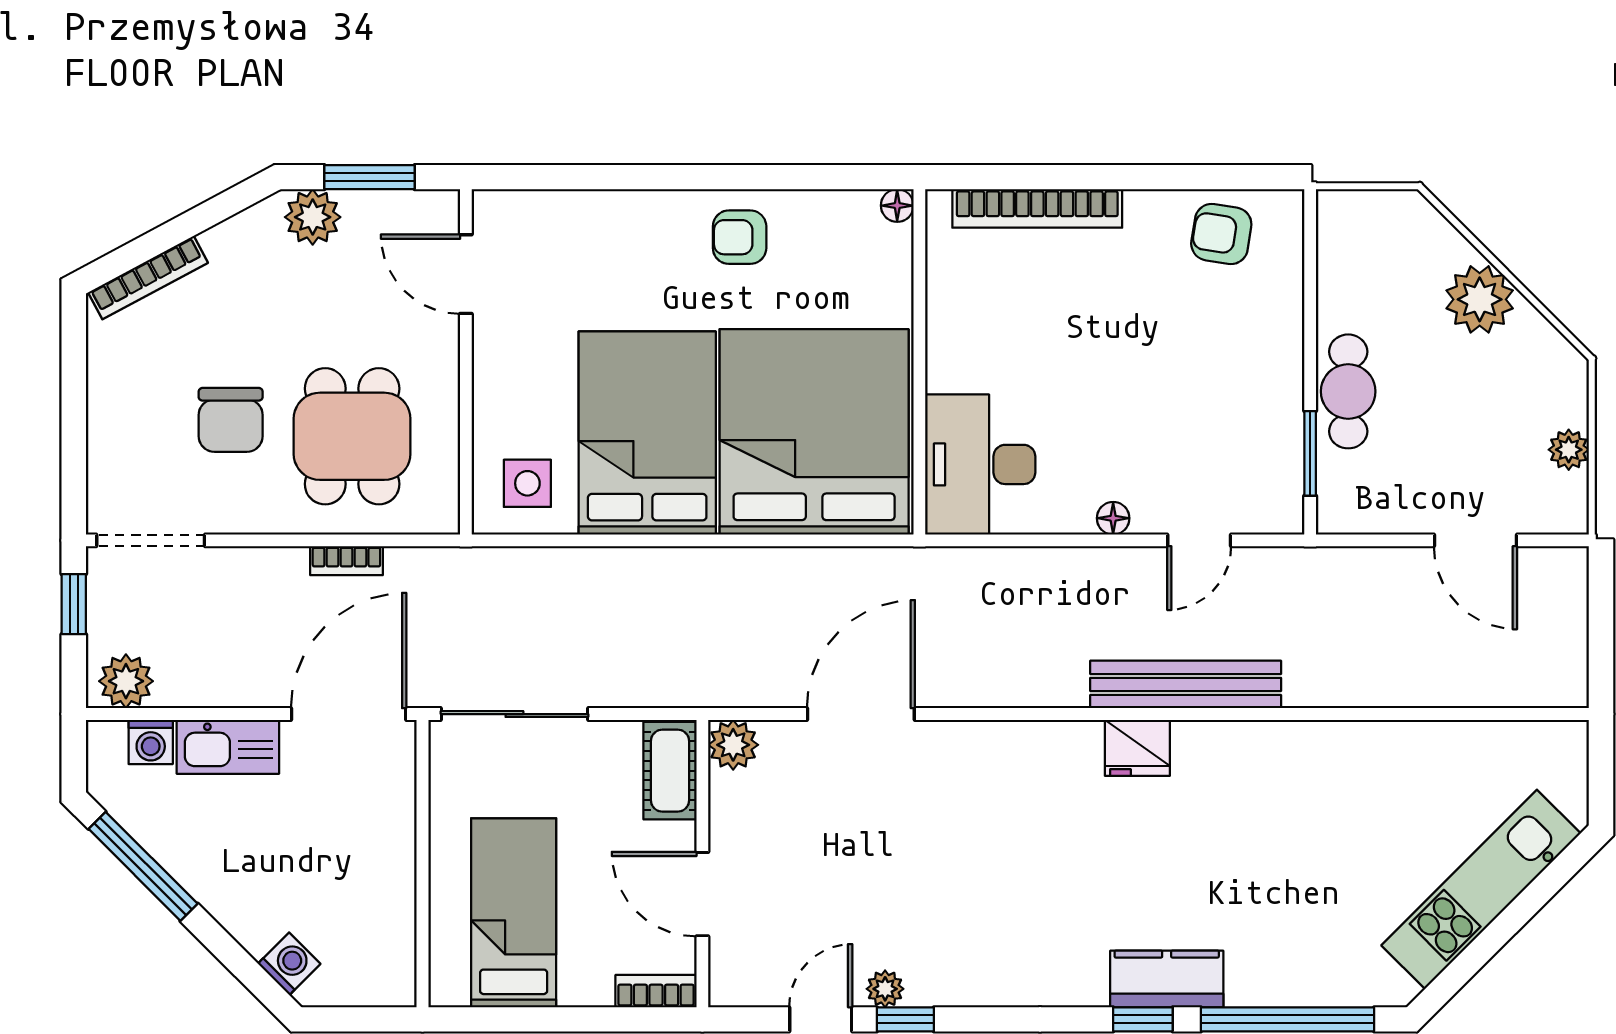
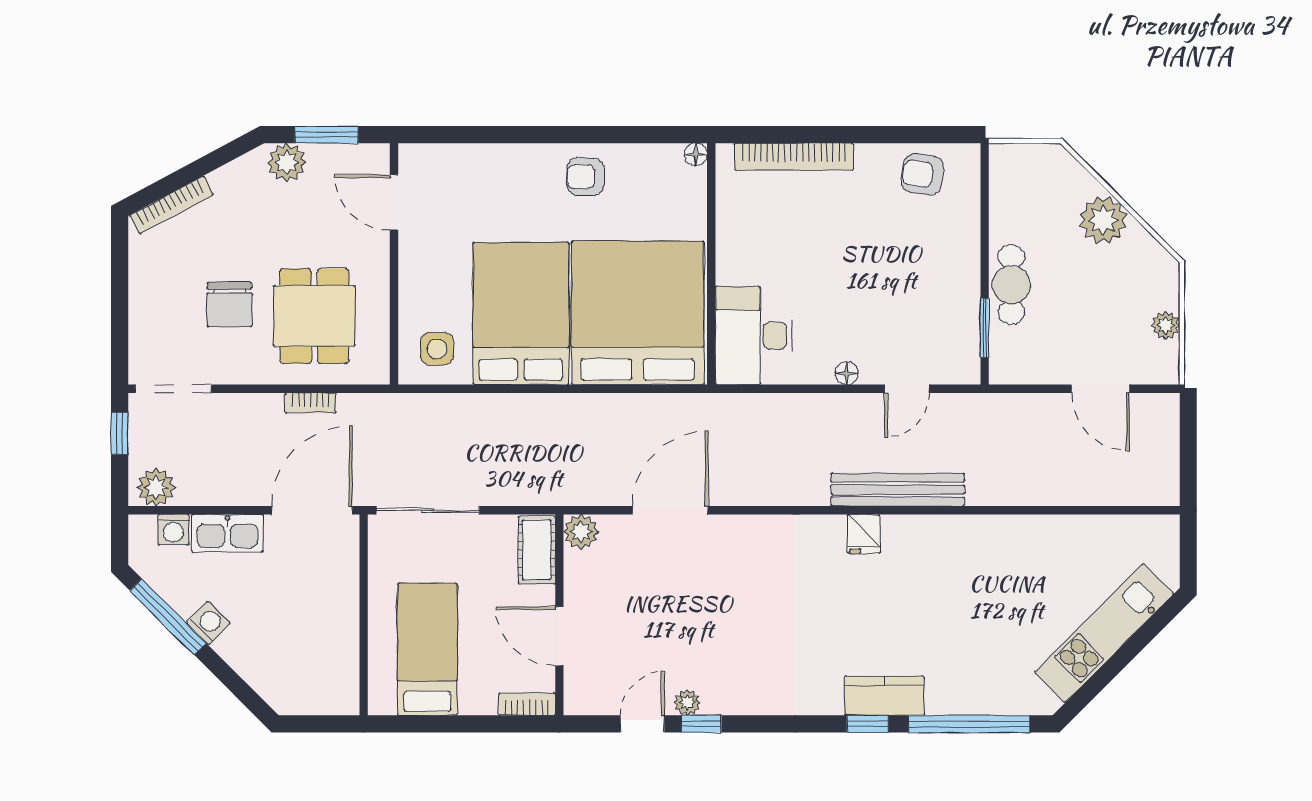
fridge: (1137, 748) -> (864, 534), width x0.72
washing machine: (289, 964) -> (208, 623), moved

